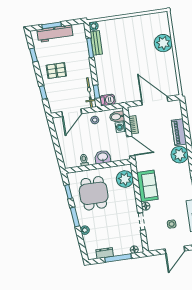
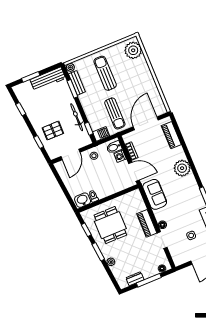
workbench: (55, 34) -> (48, 79), moved
sun lounger: (127, 40) -> (105, 73), added
plant: (163, 43) -> (133, 50), moved
pallet: (56, 71) -> (53, 131), moved
sun lounger: (126, 83) -> (115, 113), added
bicycle: (90, 93) -> (77, 117), moved
door: (155, 101) -> (146, 123), hinge flipped
piano: (179, 132) -> (171, 135), moved
washbasin: (103, 157) -> (83, 200), moved
plant: (125, 179) -> (136, 204), removed
sofa: (147, 186) -> (155, 194), moved
piano: (130, 201) -> (147, 223), added

